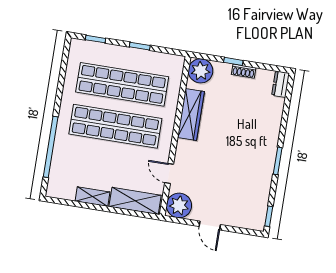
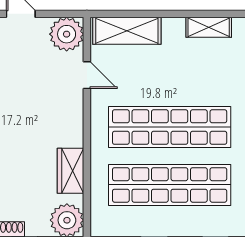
wardrobe: (191, 114) -> (70, 171), width x0.67
shelving: (92, 197) -> (209, 27), moved

